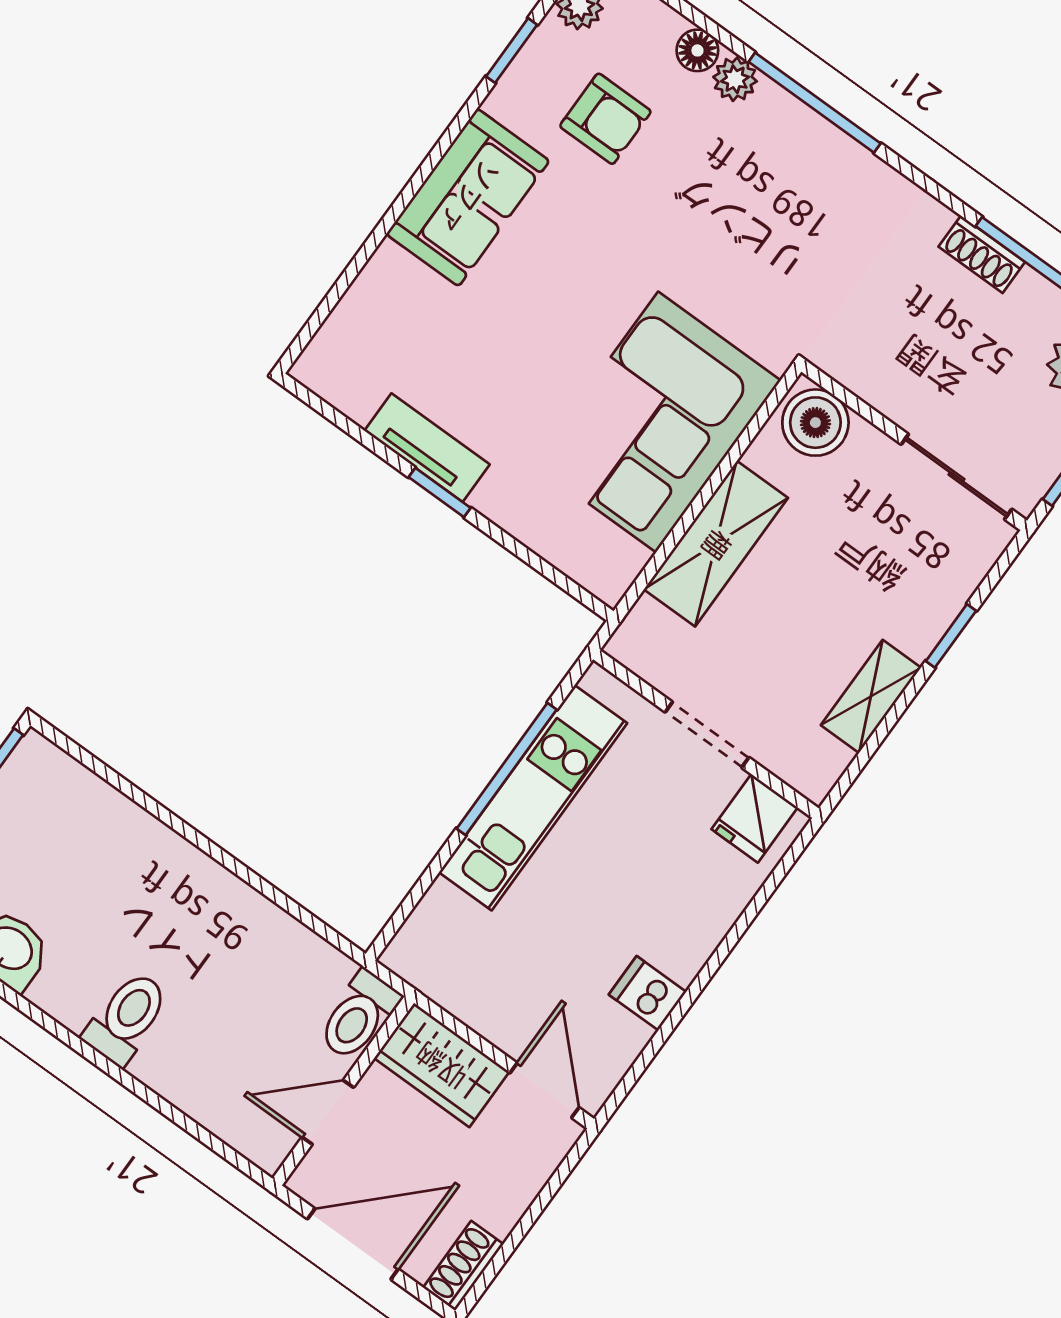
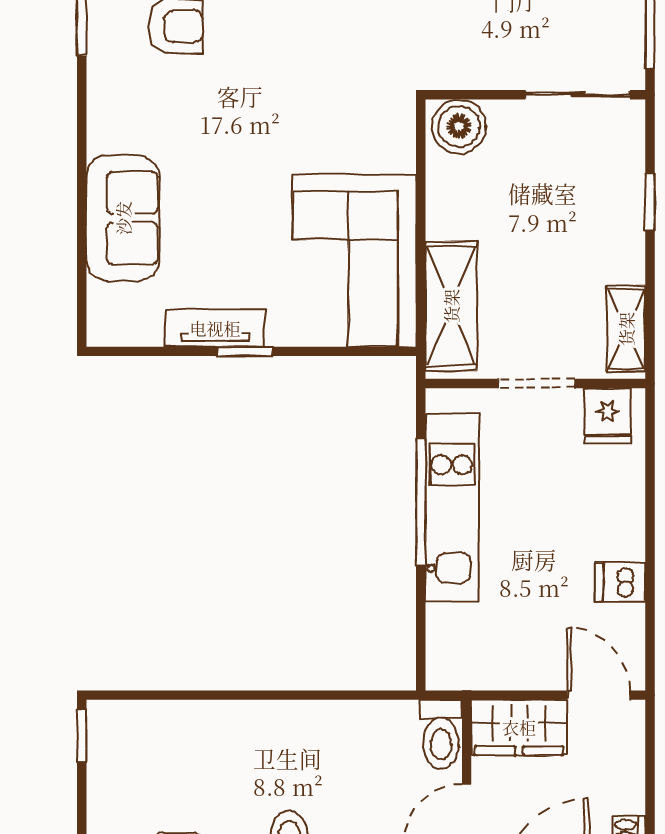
sofa: (468, 197) -> (123, 218), moved
corner sofa: (657, 422) -> (355, 260), moved
shelving: (716, 544) -> (451, 306), moved
shelving: (871, 696) -> (626, 329), moved

